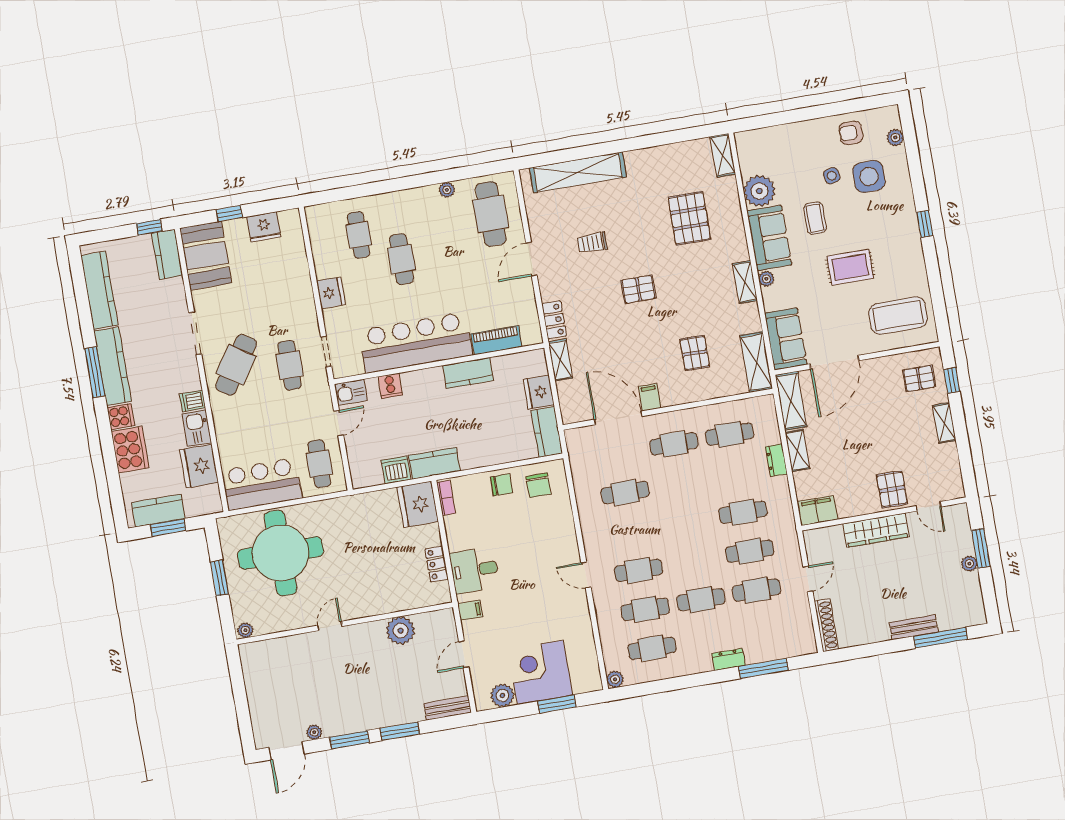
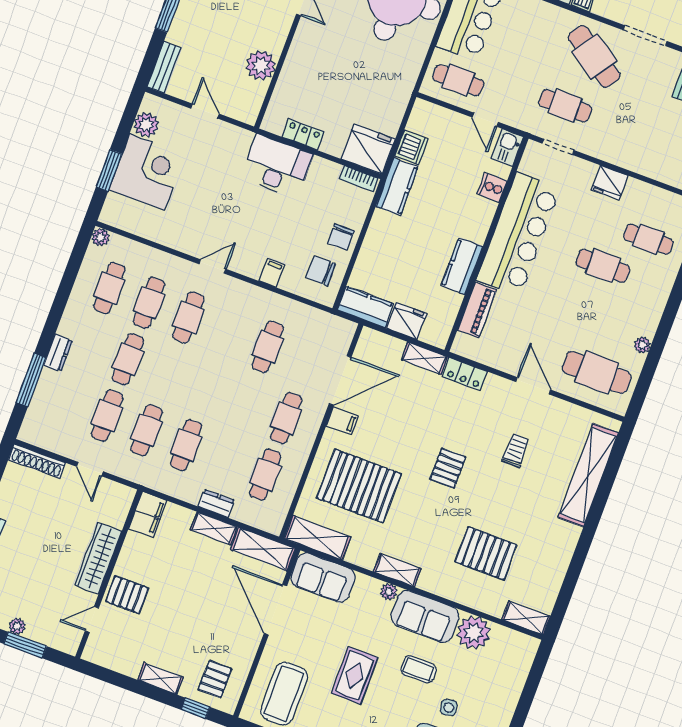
pallet: (695, 353) -> (359, 486), width x2.05, depth x2.00
desk: (474, 570) -> (277, 166), width x1.37
filing cabinet: (470, 610) -> (272, 273), moved, turned 180

